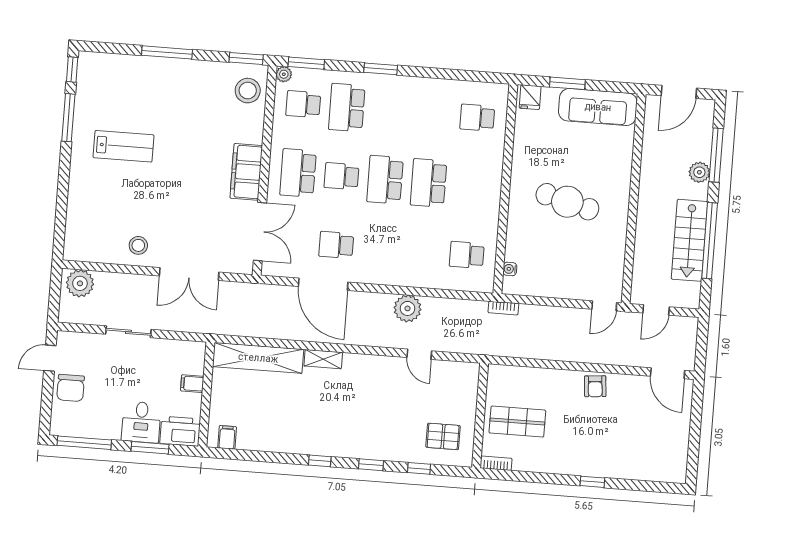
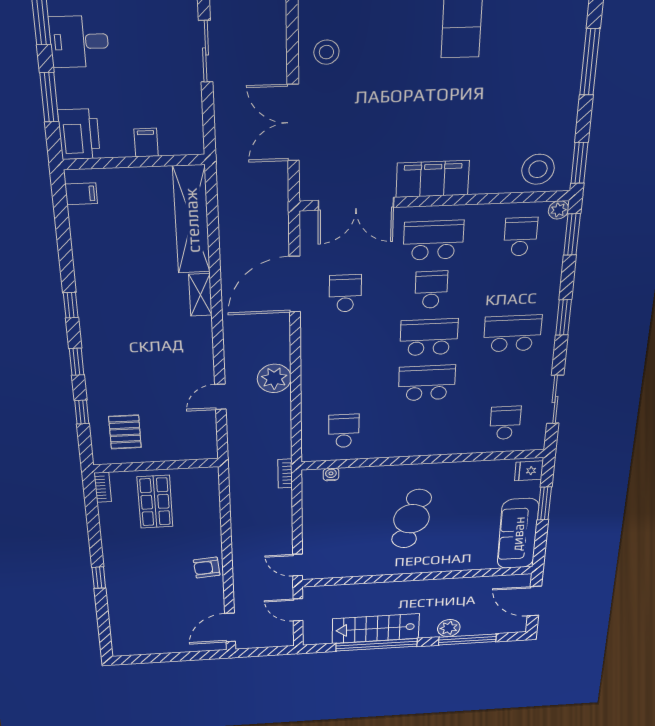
sliding door: (459, 75) -> (555, 399), added
school desk: (347, 108) -> (513, 333), moved
desk: (141, 422) -> (79, 42), moved

